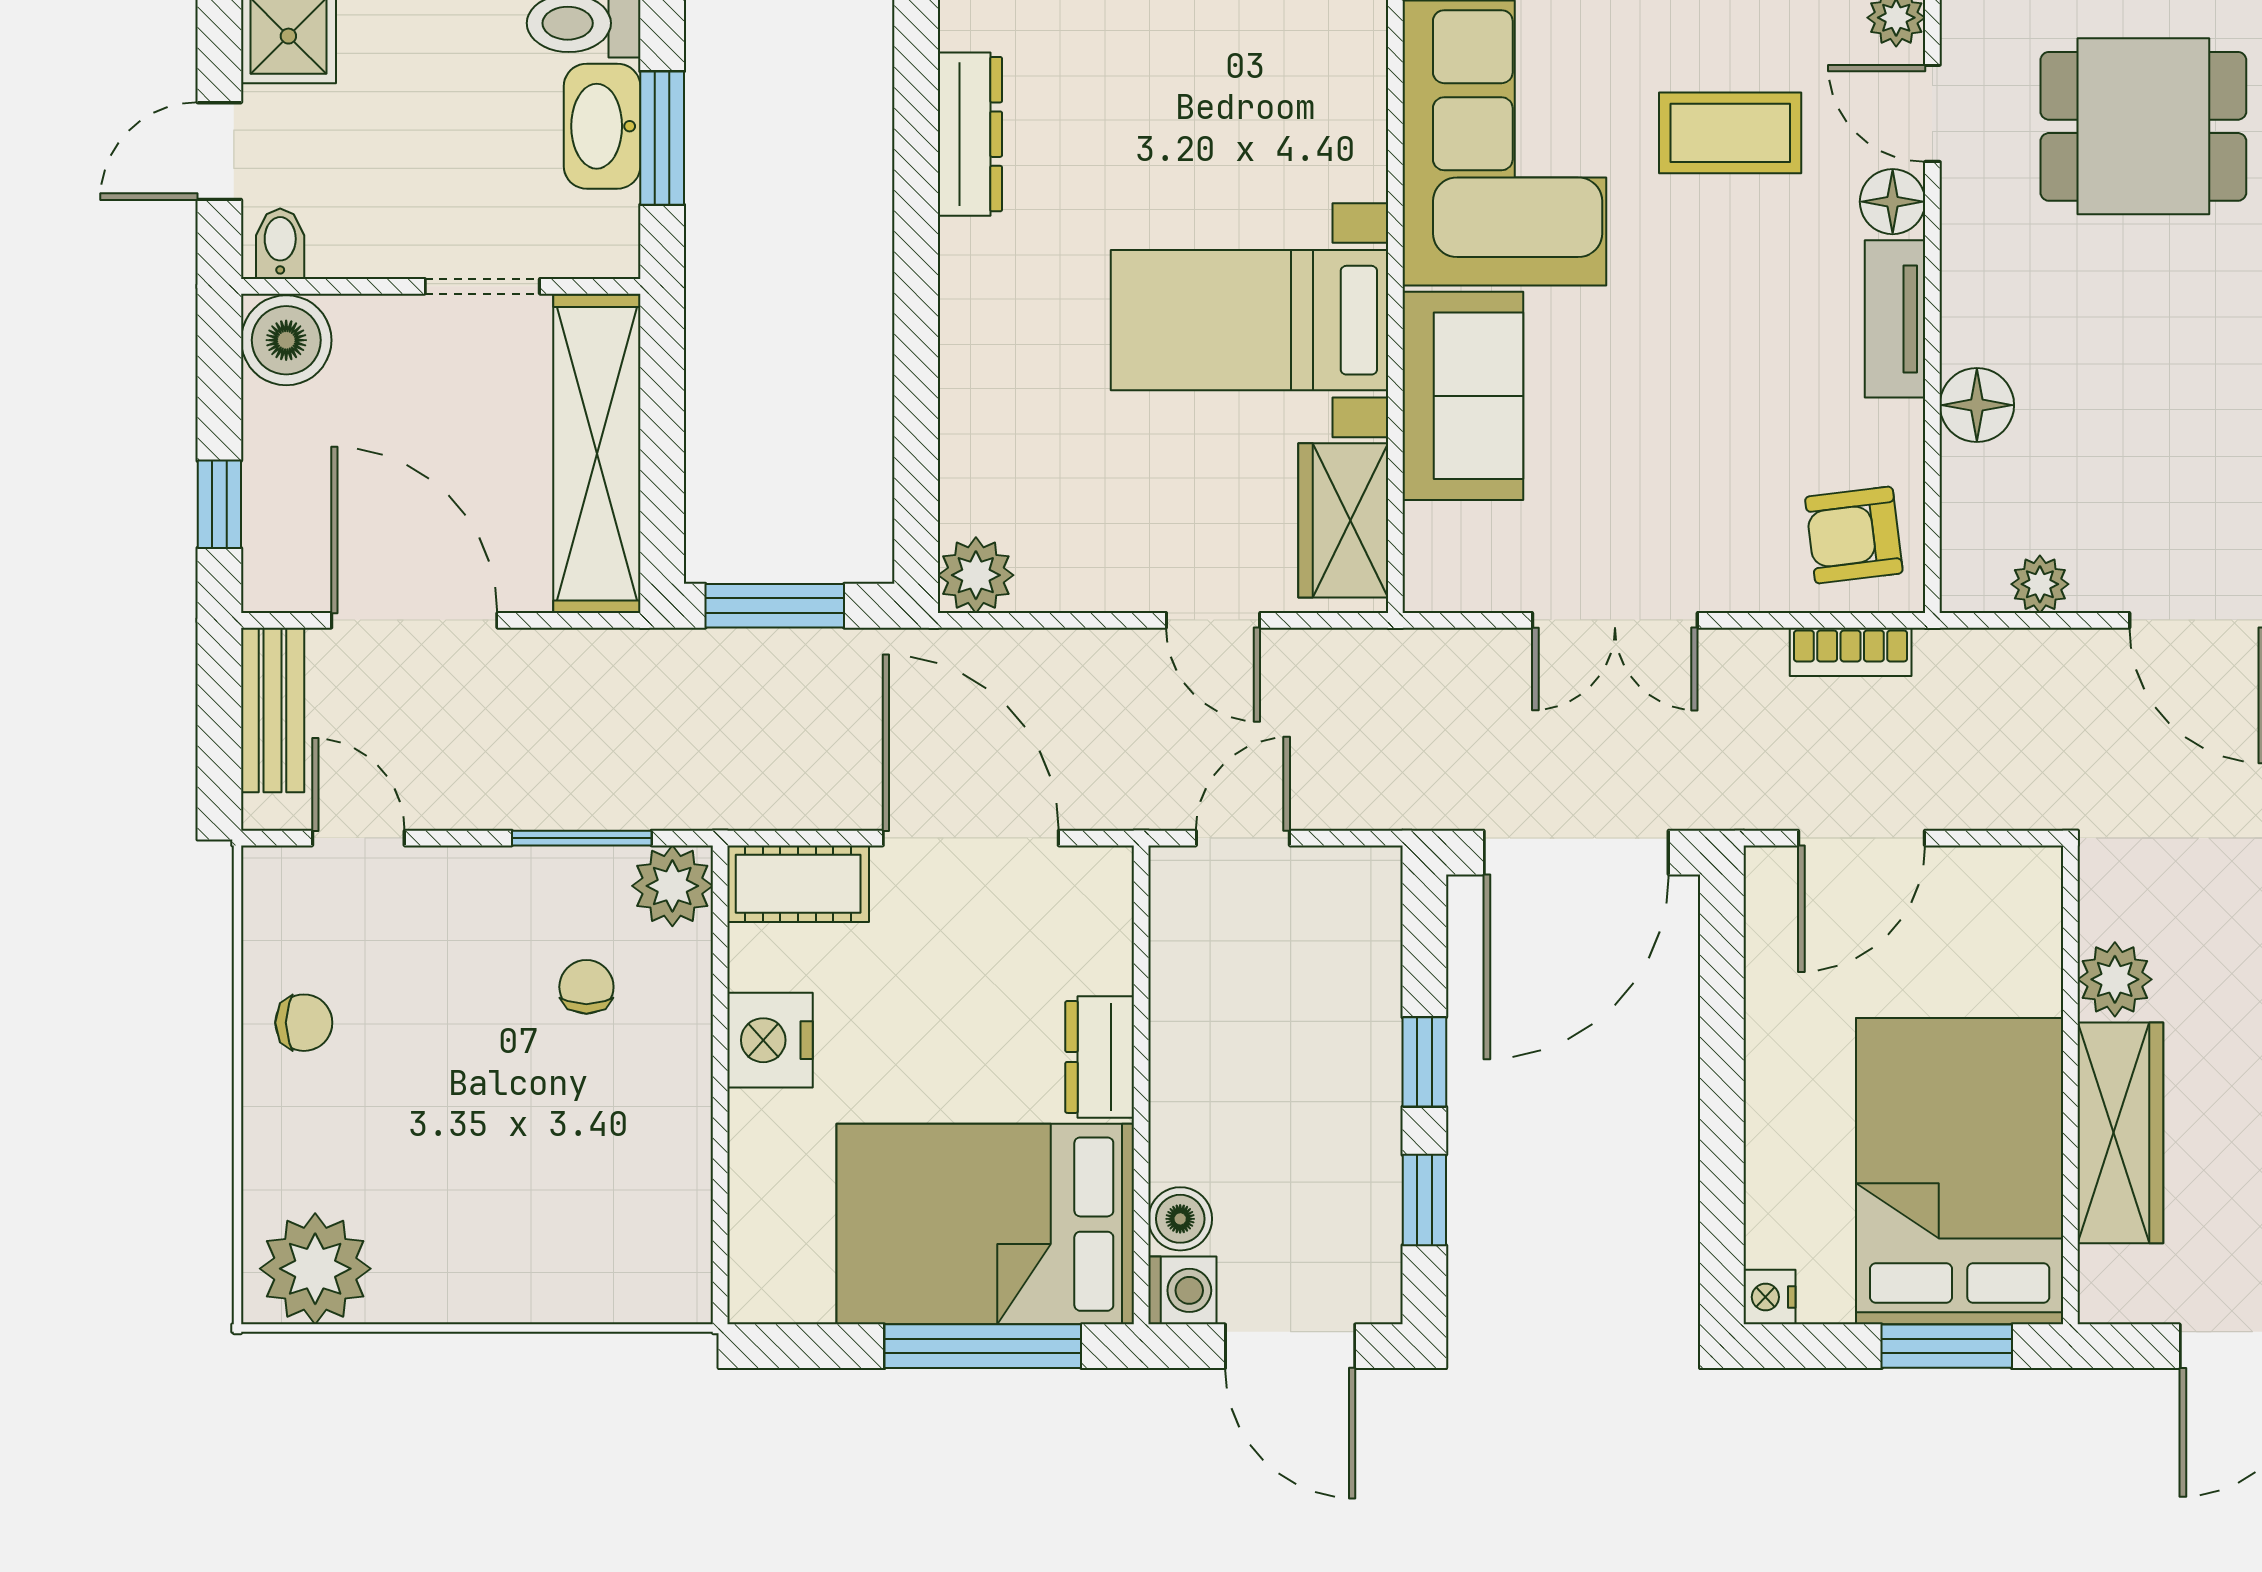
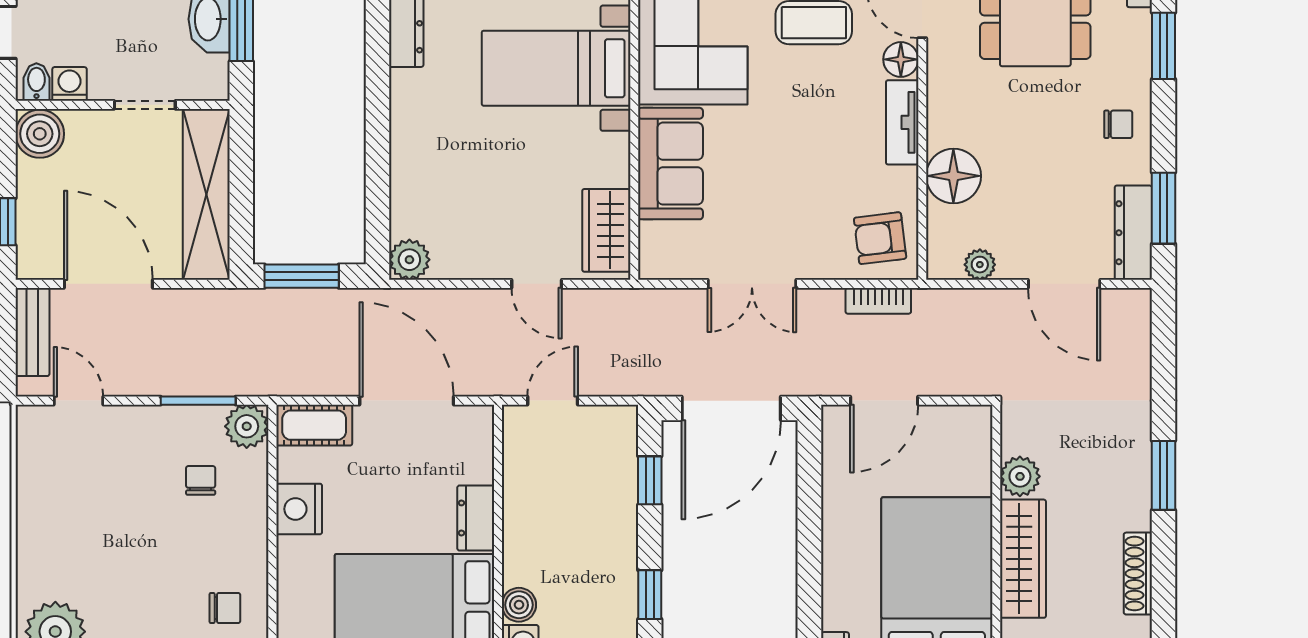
washing machine: (342, 247) -> (70, 84), added
bed with nightstands: (1249, 320) -> (556, 68), moved
floor lamp: (1977, 405) -> (953, 176), width x1.38, depth x1.38
chair: (304, 1023) -> (225, 608), moved
window: (1424, 1062) -> (650, 480), moved

